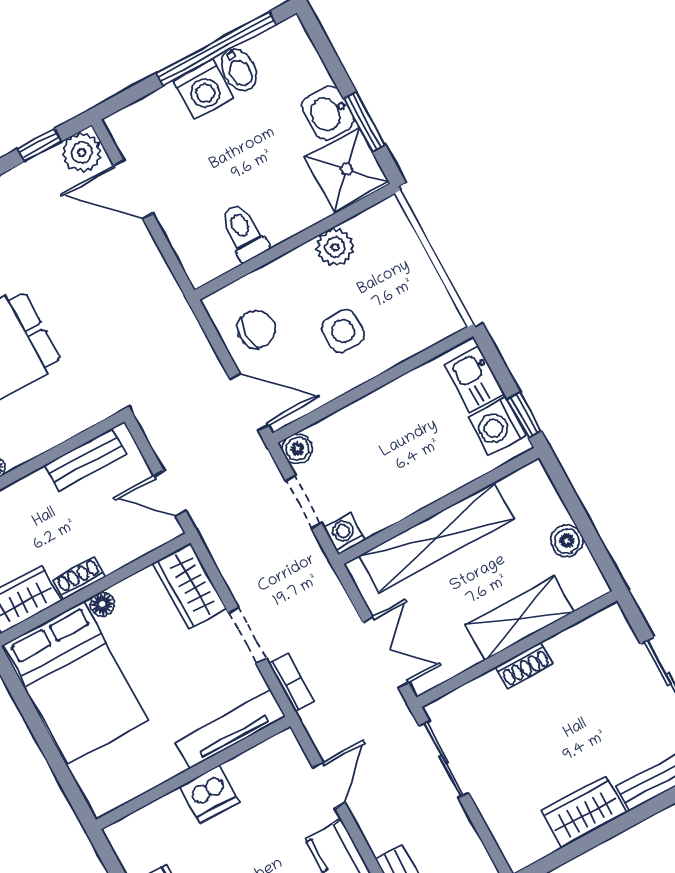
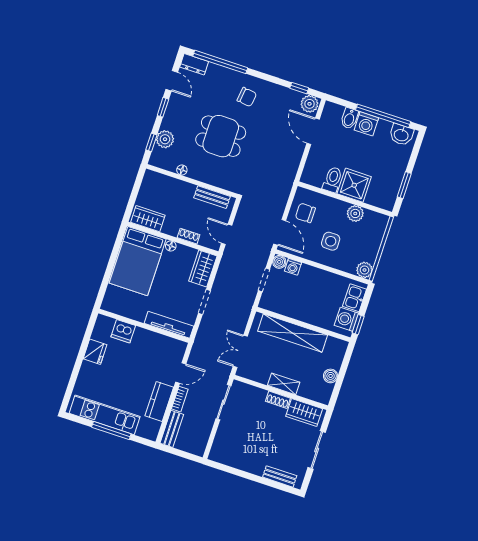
bidet: (239, 70) -> (349, 118), moved
washbasin: (328, 113) -> (401, 135), moved, turned -90
shower: (347, 169) -> (354, 185), moved
plant: (443, 319) -> (365, 270), added
chair: (256, 329) -> (305, 213), turned 180
washing machine: (345, 534) -> (293, 267), moved, turned 180
shoe rack: (79, 578) -> (189, 236), moved
shelving: (519, 618) -> (284, 384), width x0.67, depth x0.75
double door: (386, 652) -> (240, 351), swing flipped
bookcase: (292, 683) -> (180, 399), moved
dishwasher: (209, 794) -> (123, 331), moved
wardrobe: (584, 812) -> (304, 413), moved, turned 180

